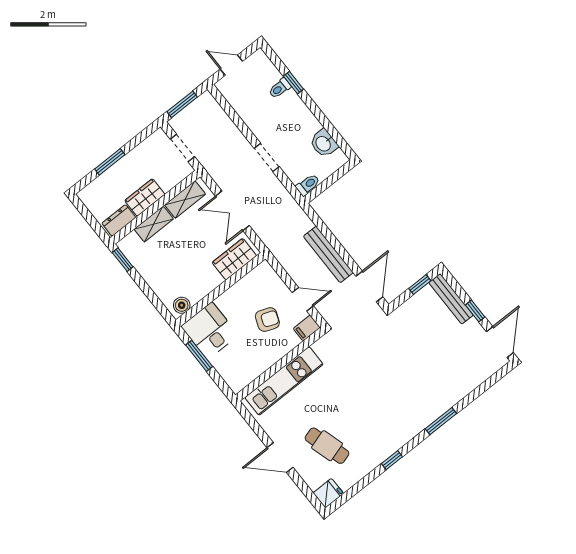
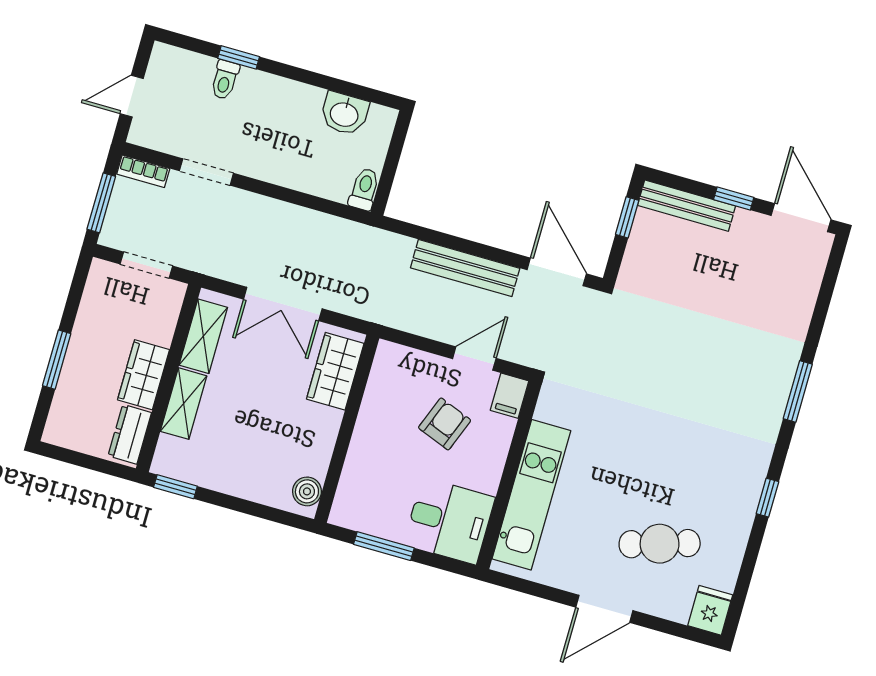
bookcase: (212, 104) -> (143, 171), added
doorway: (267, 158) -> (206, 172), moved
desk: (210, 331) -> (449, 521), moved, turned 180

